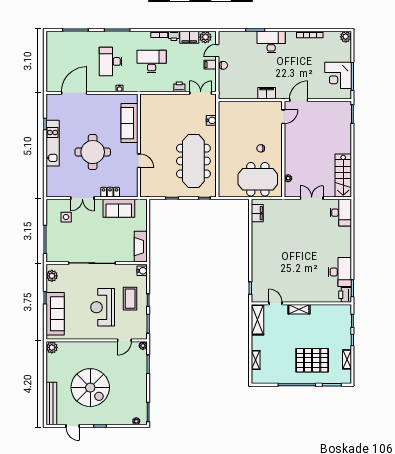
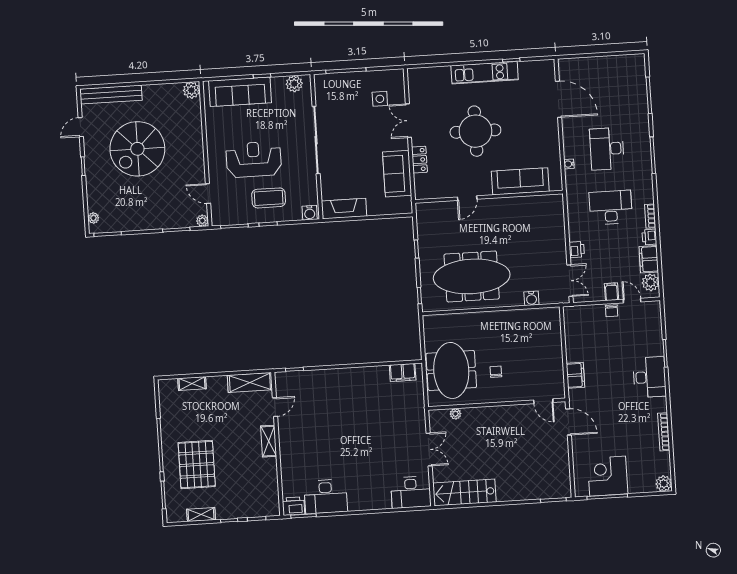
desk: (111, 61) -> (607, 149), turned -90
desk: (152, 61) -> (611, 207), turned -90

